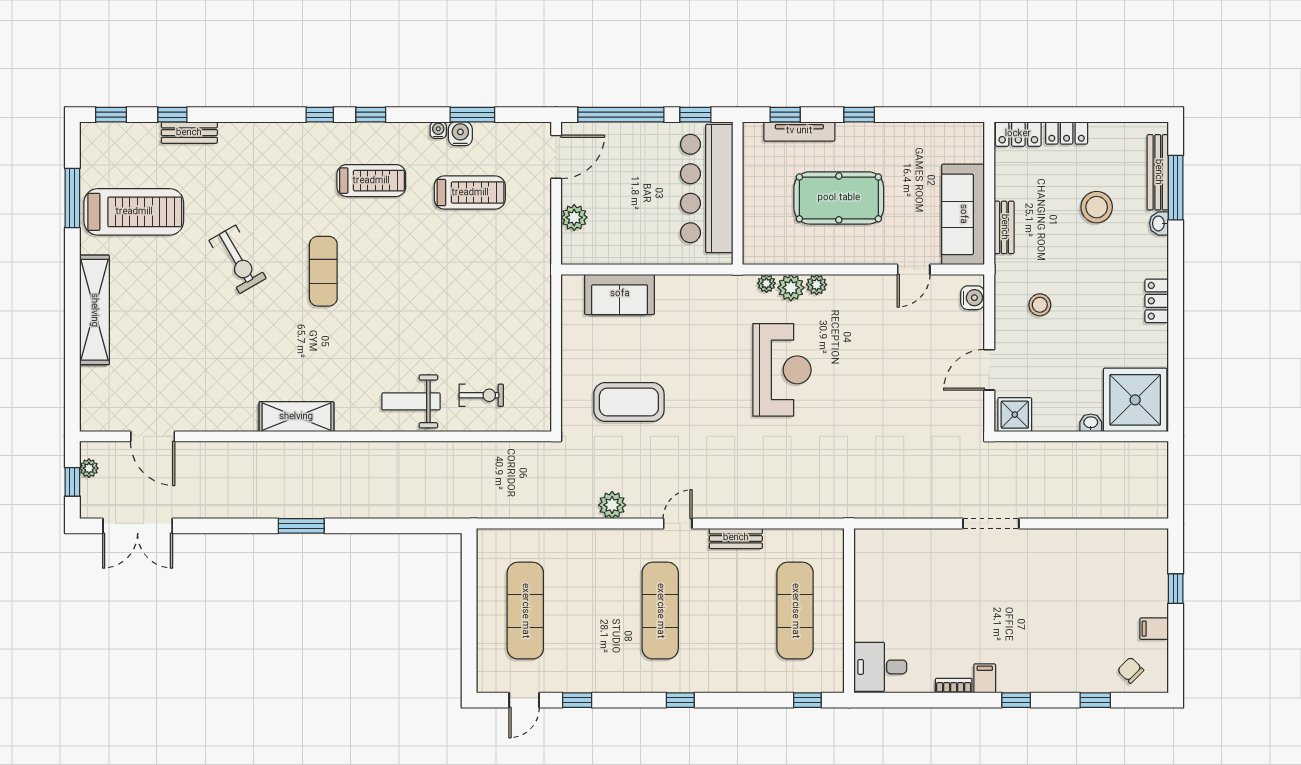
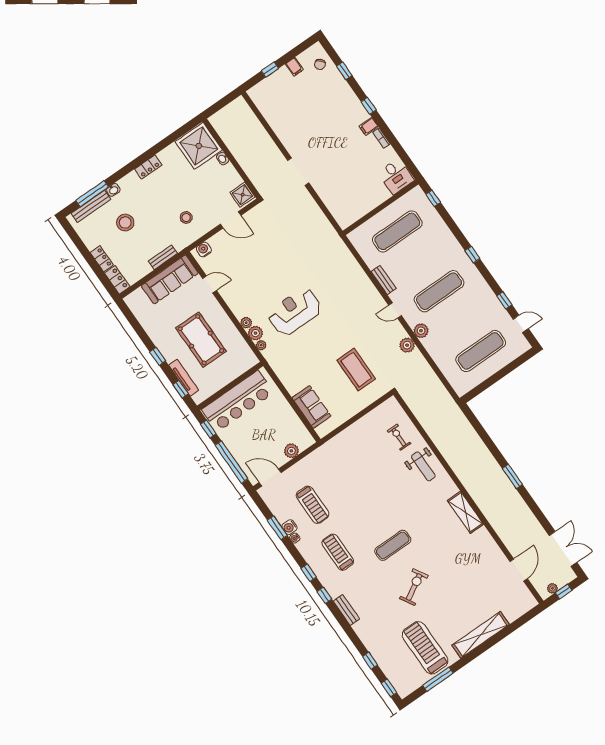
bench: (189, 133) -> (346, 610), moved
treadmill: (470, 193) -> (313, 505), turned 180
plant: (619, 542) -> (421, 331), added

